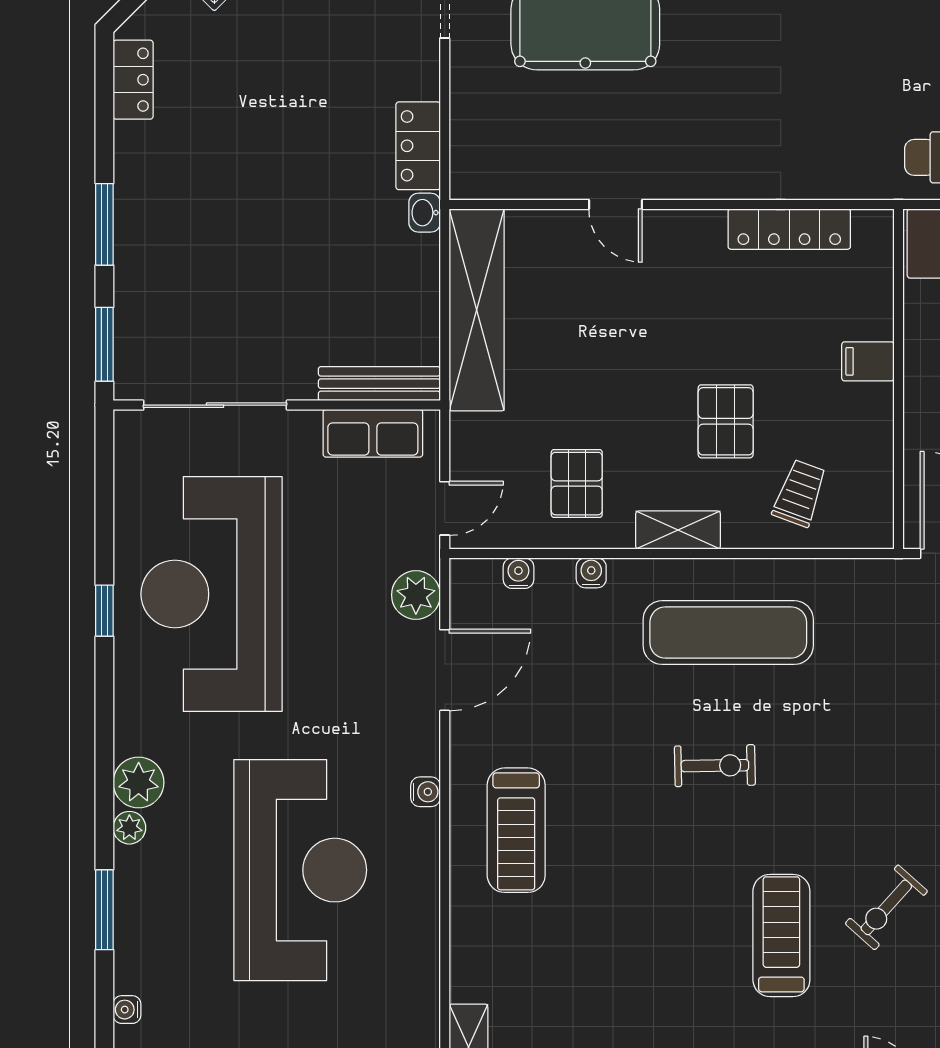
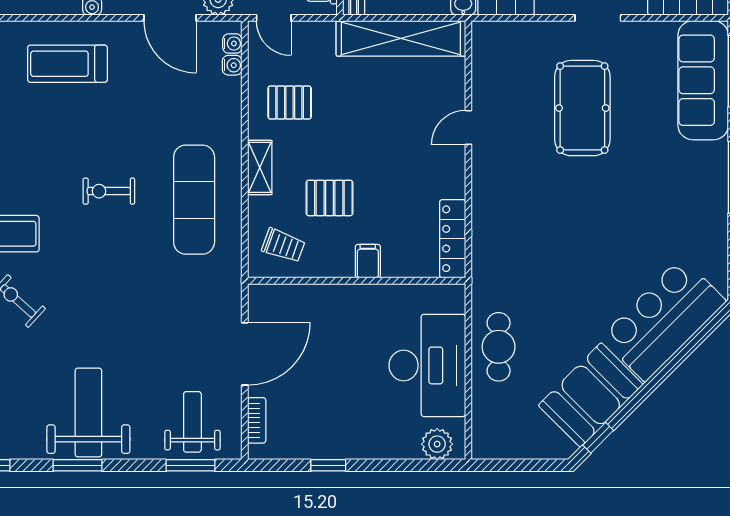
filing cabinet: (868, 361) -> (368, 261), moved
wall: (898, 379) -> (357, 281), moved
water cooler: (591, 573) -> (232, 44), moved
exercise bike: (715, 766) -> (109, 191), turned 91

